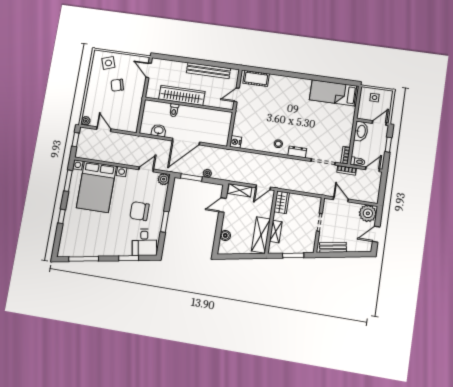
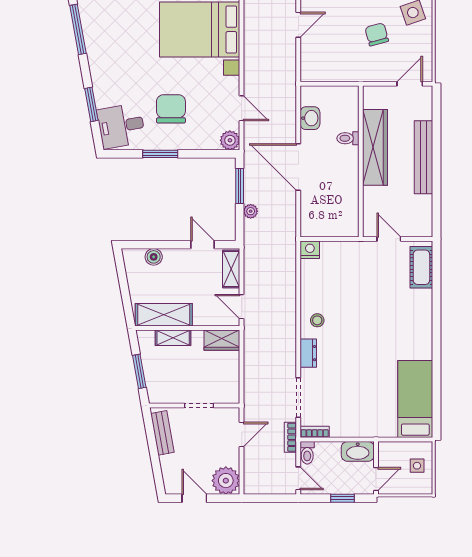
bench: (208, 71) -> (424, 157), moved
door: (379, 123) -> (376, 479), hinge flipped

